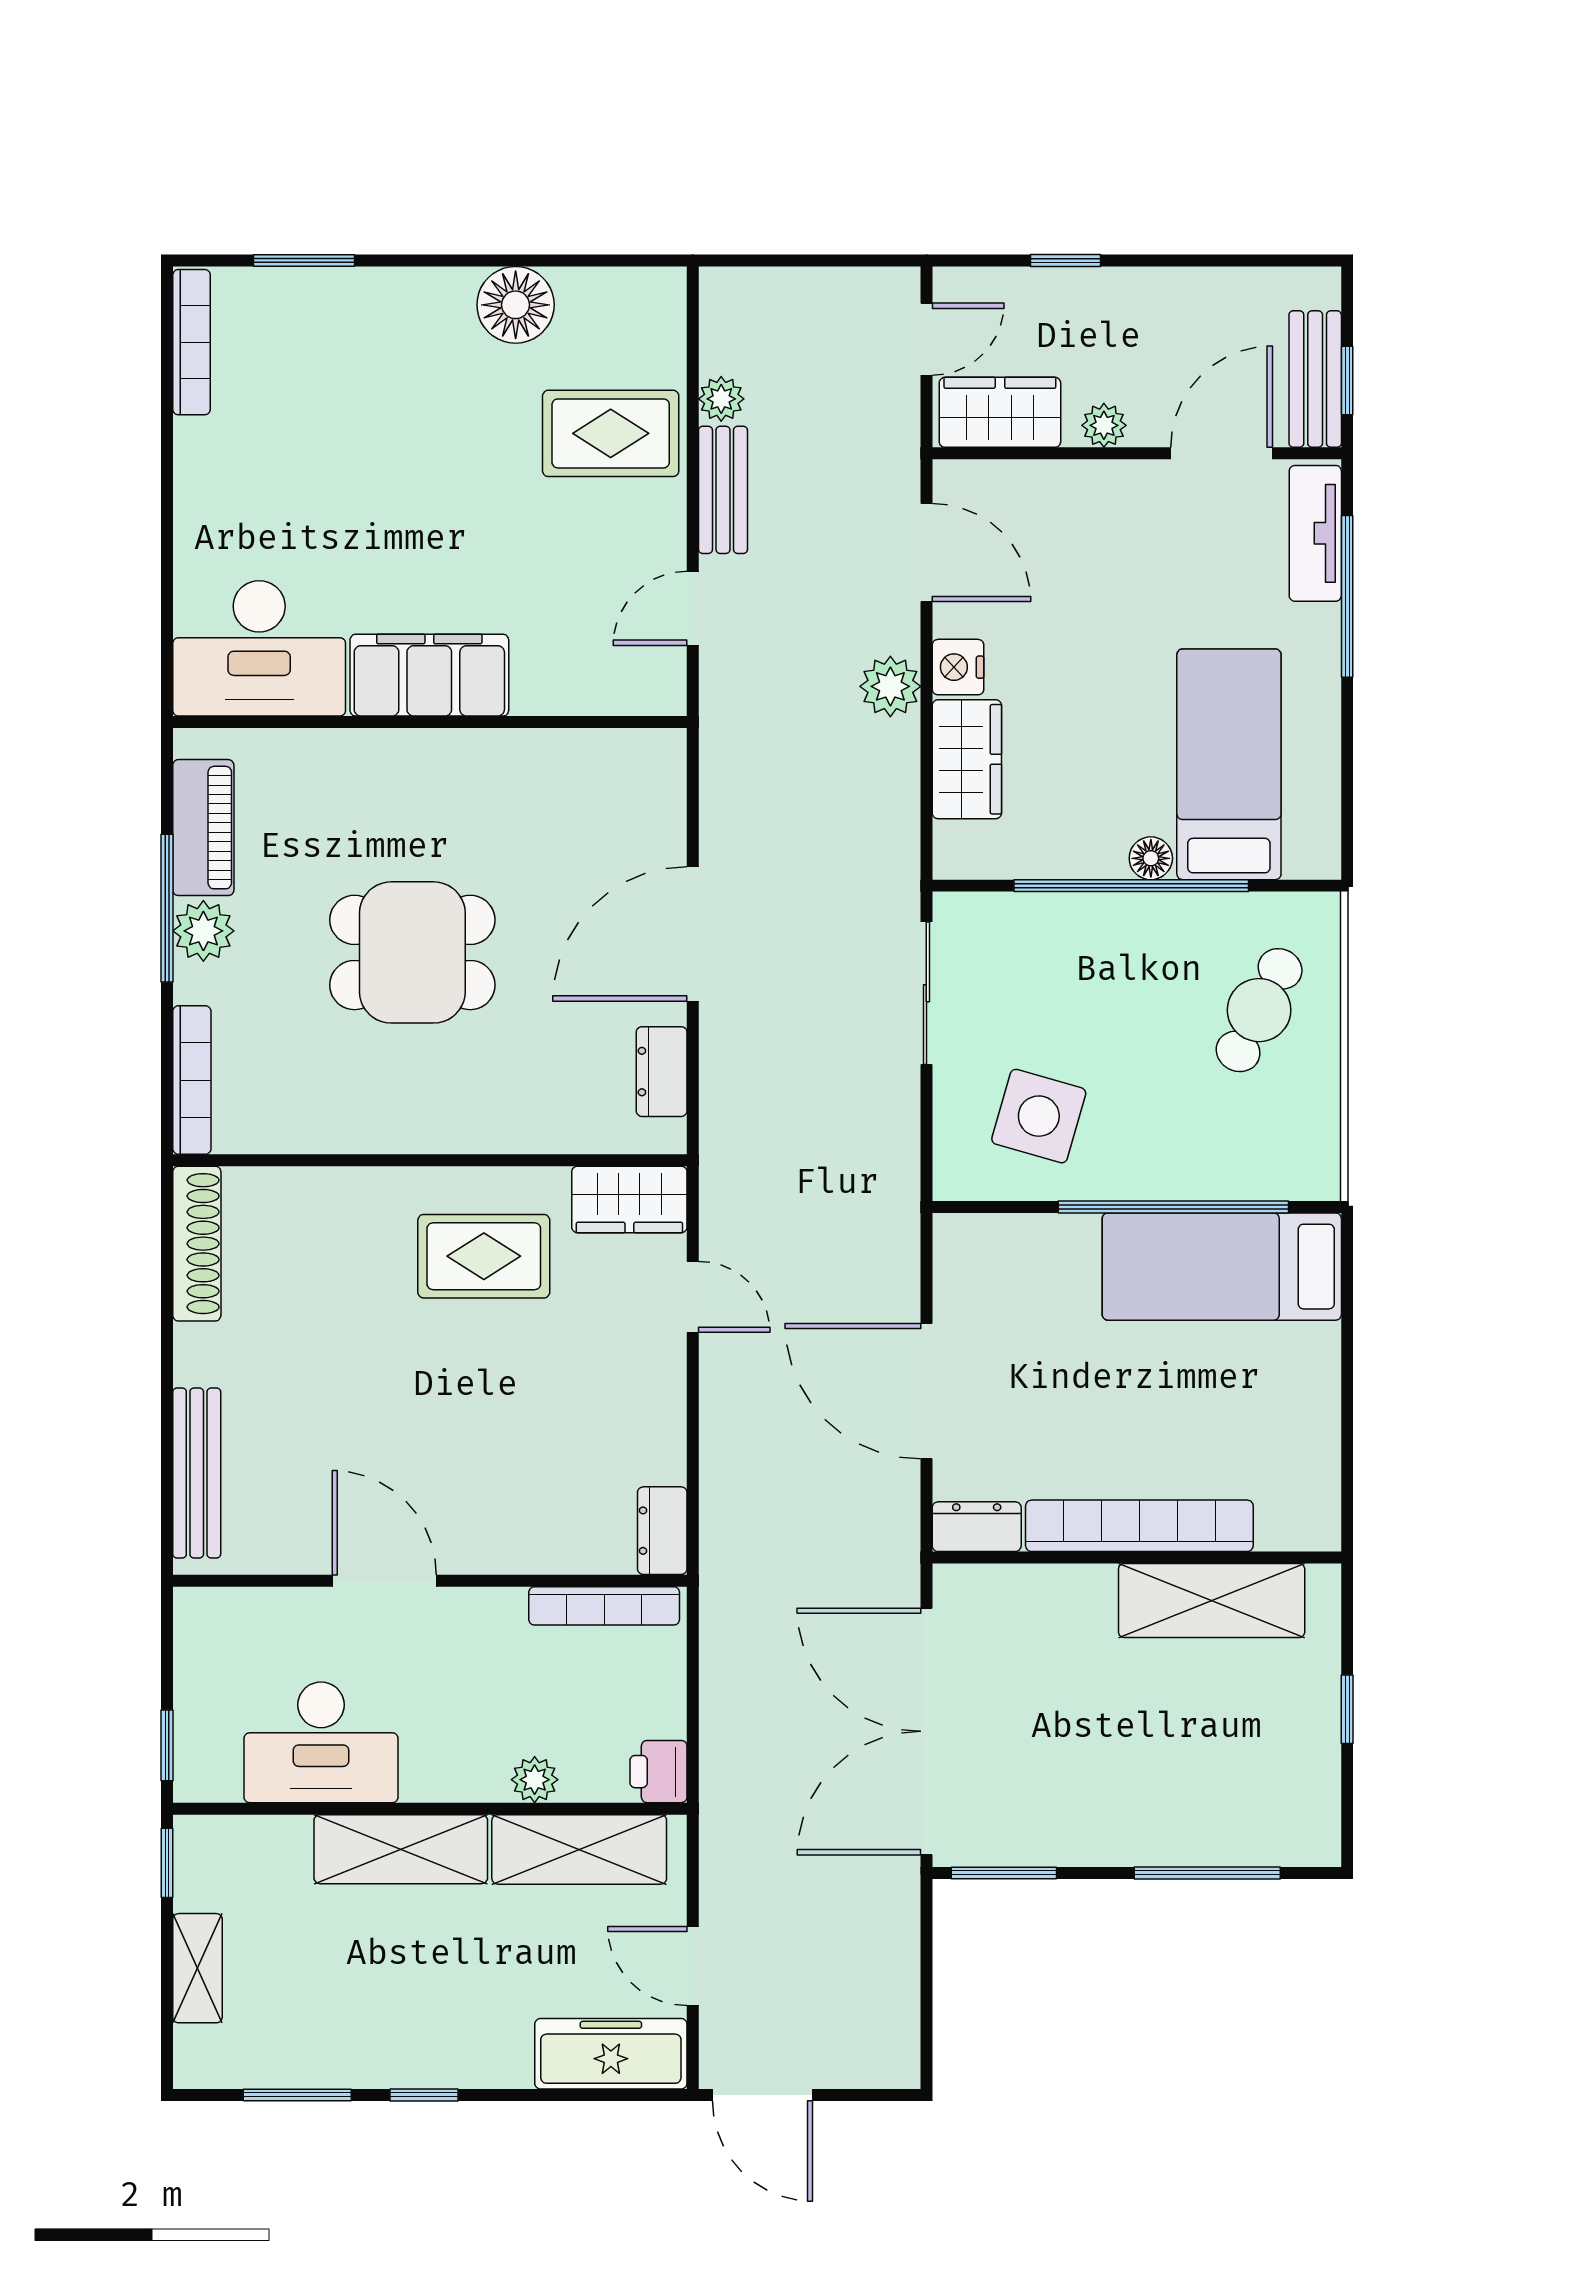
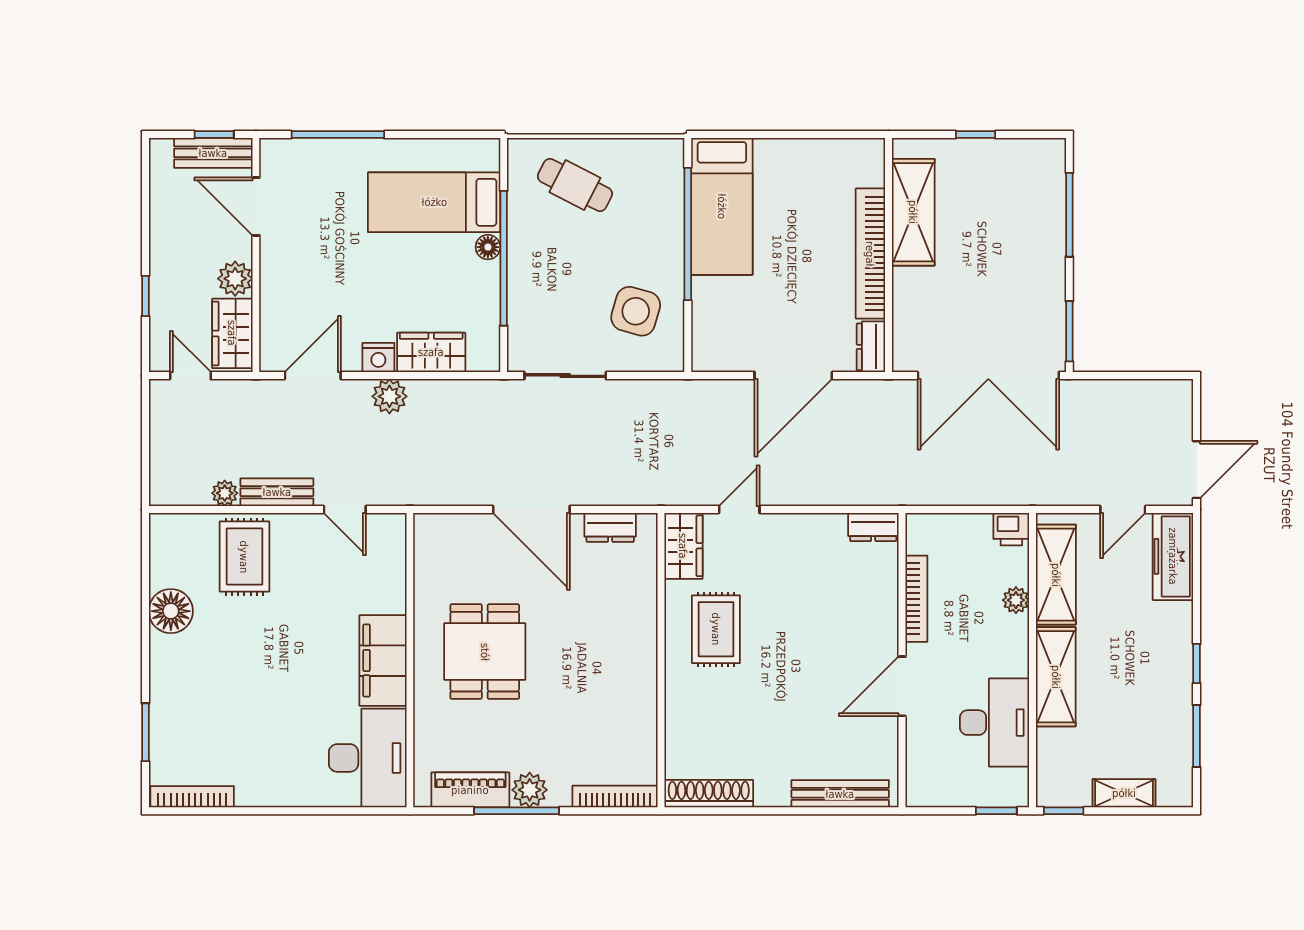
plant: (1104, 425) -> (235, 279), width x1.38, depth x1.38
tv unit: (1315, 533) -> (302, 153), removed
dining table: (412, 952) -> (485, 652), moved
bookcase: (604, 1606) -> (916, 599), moved

